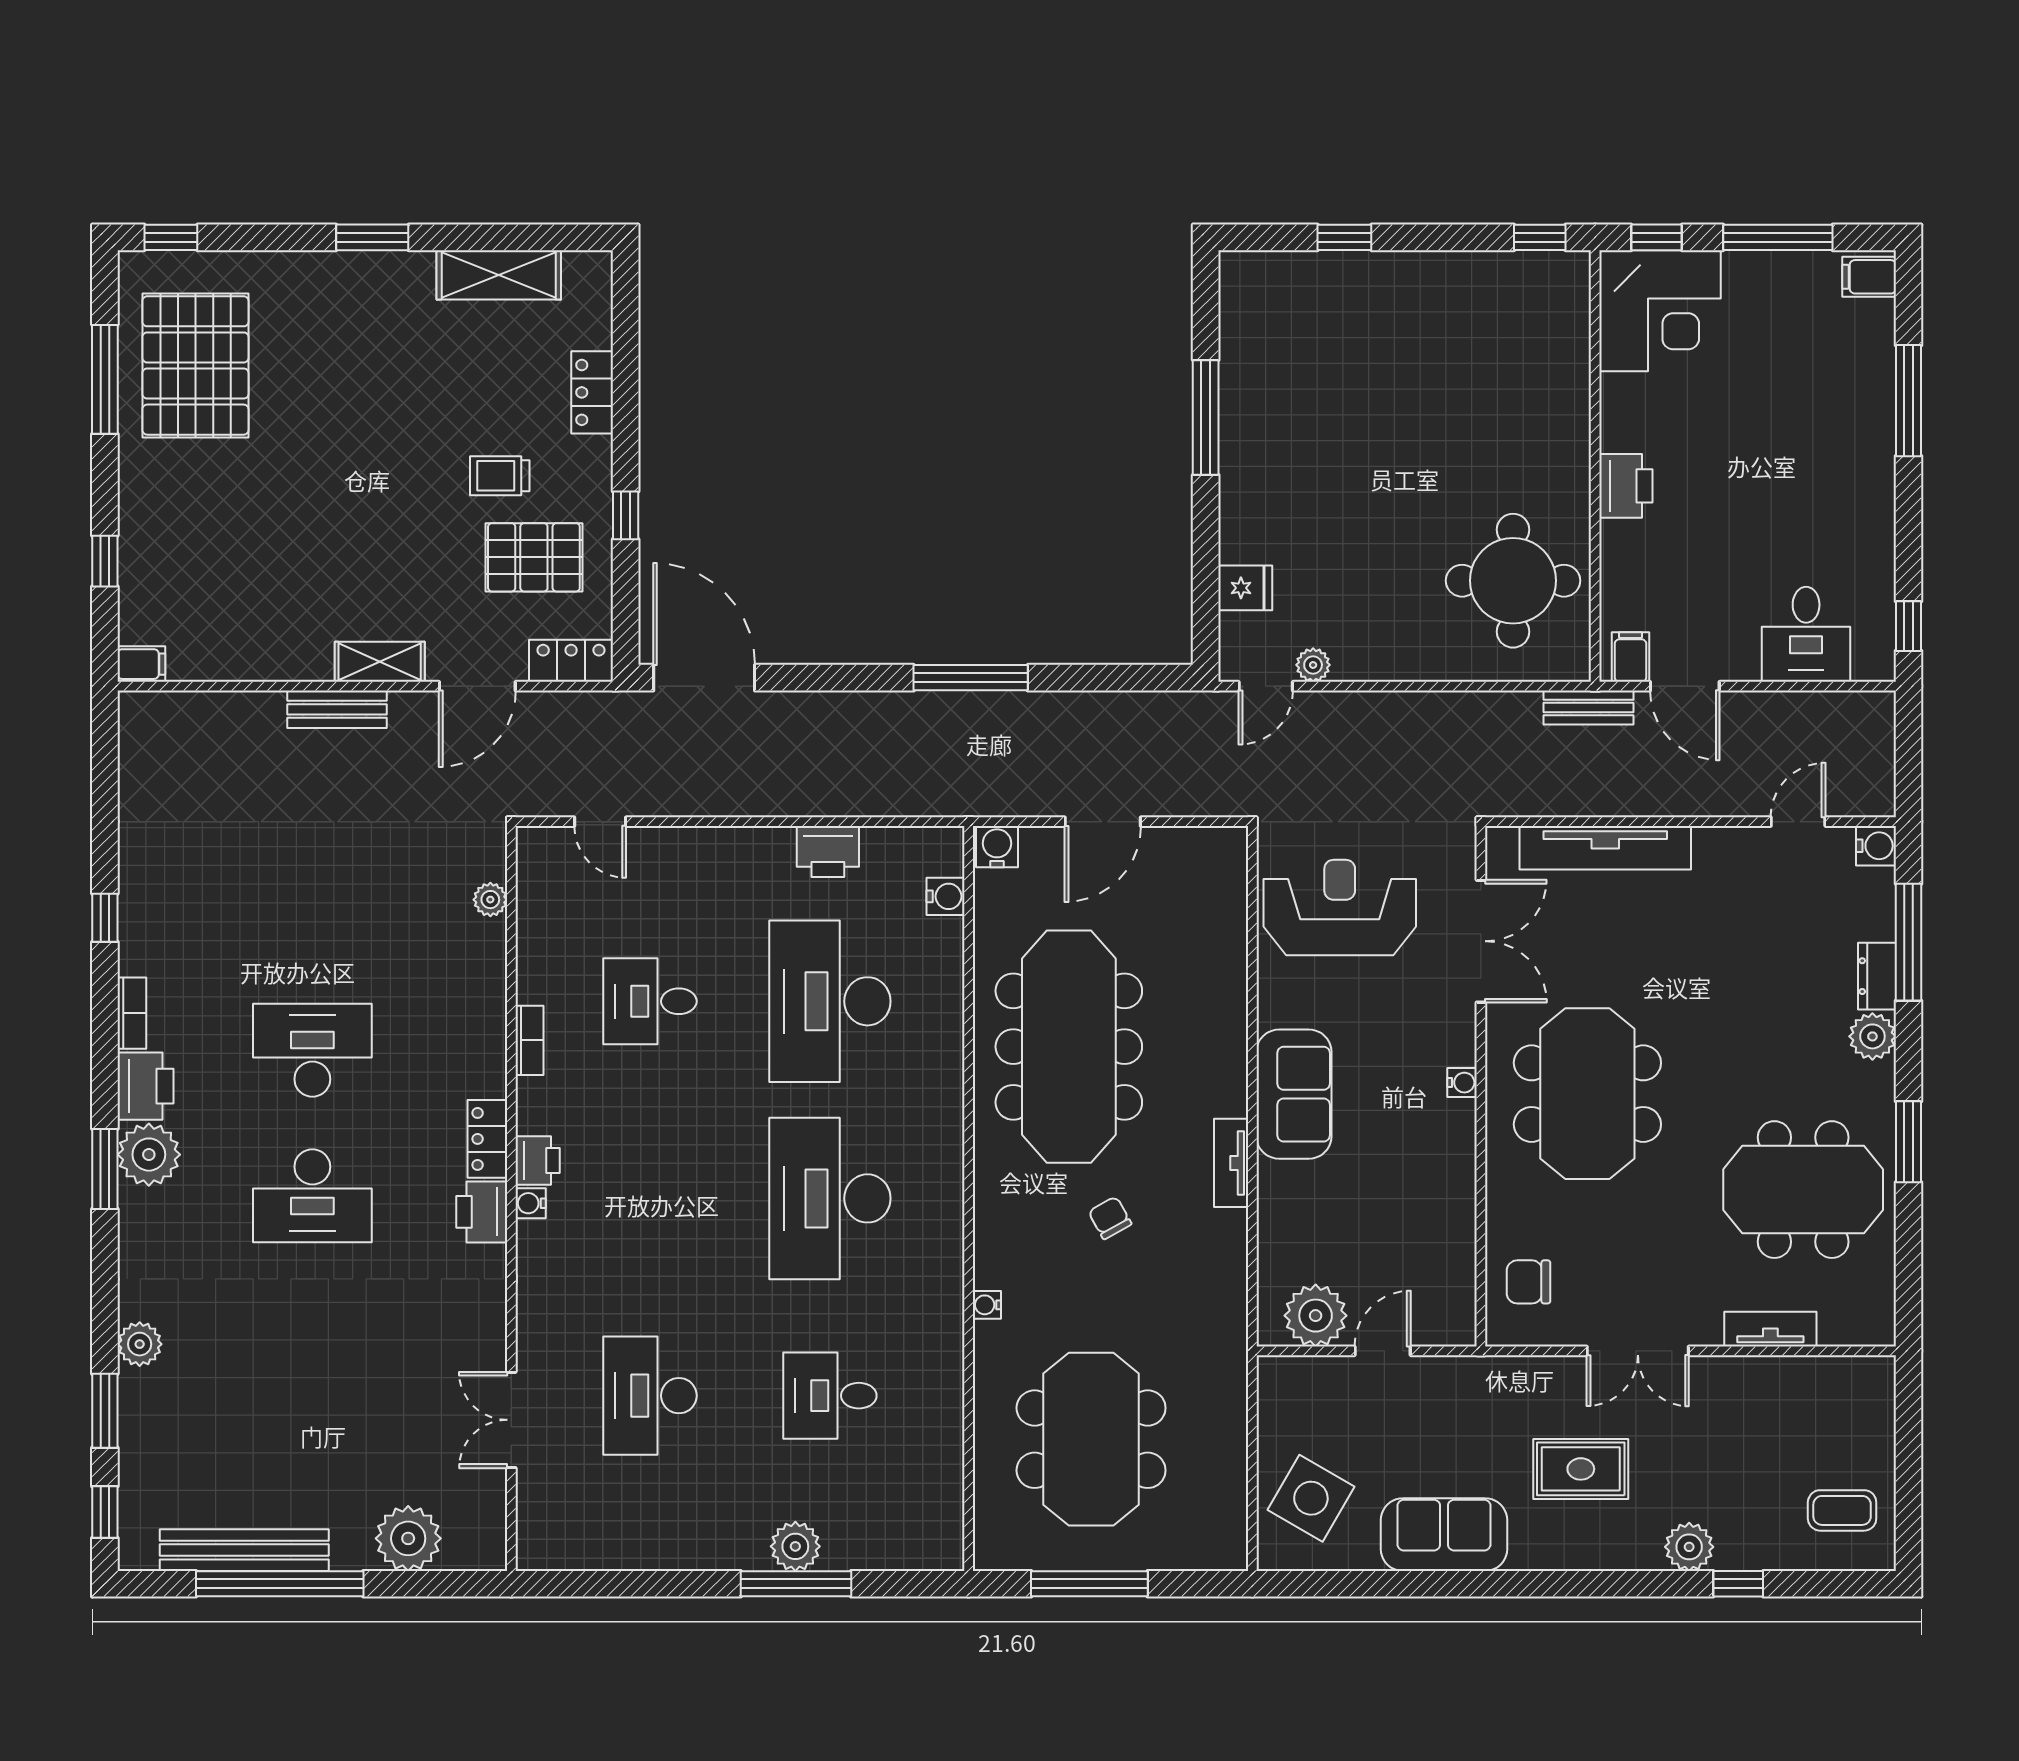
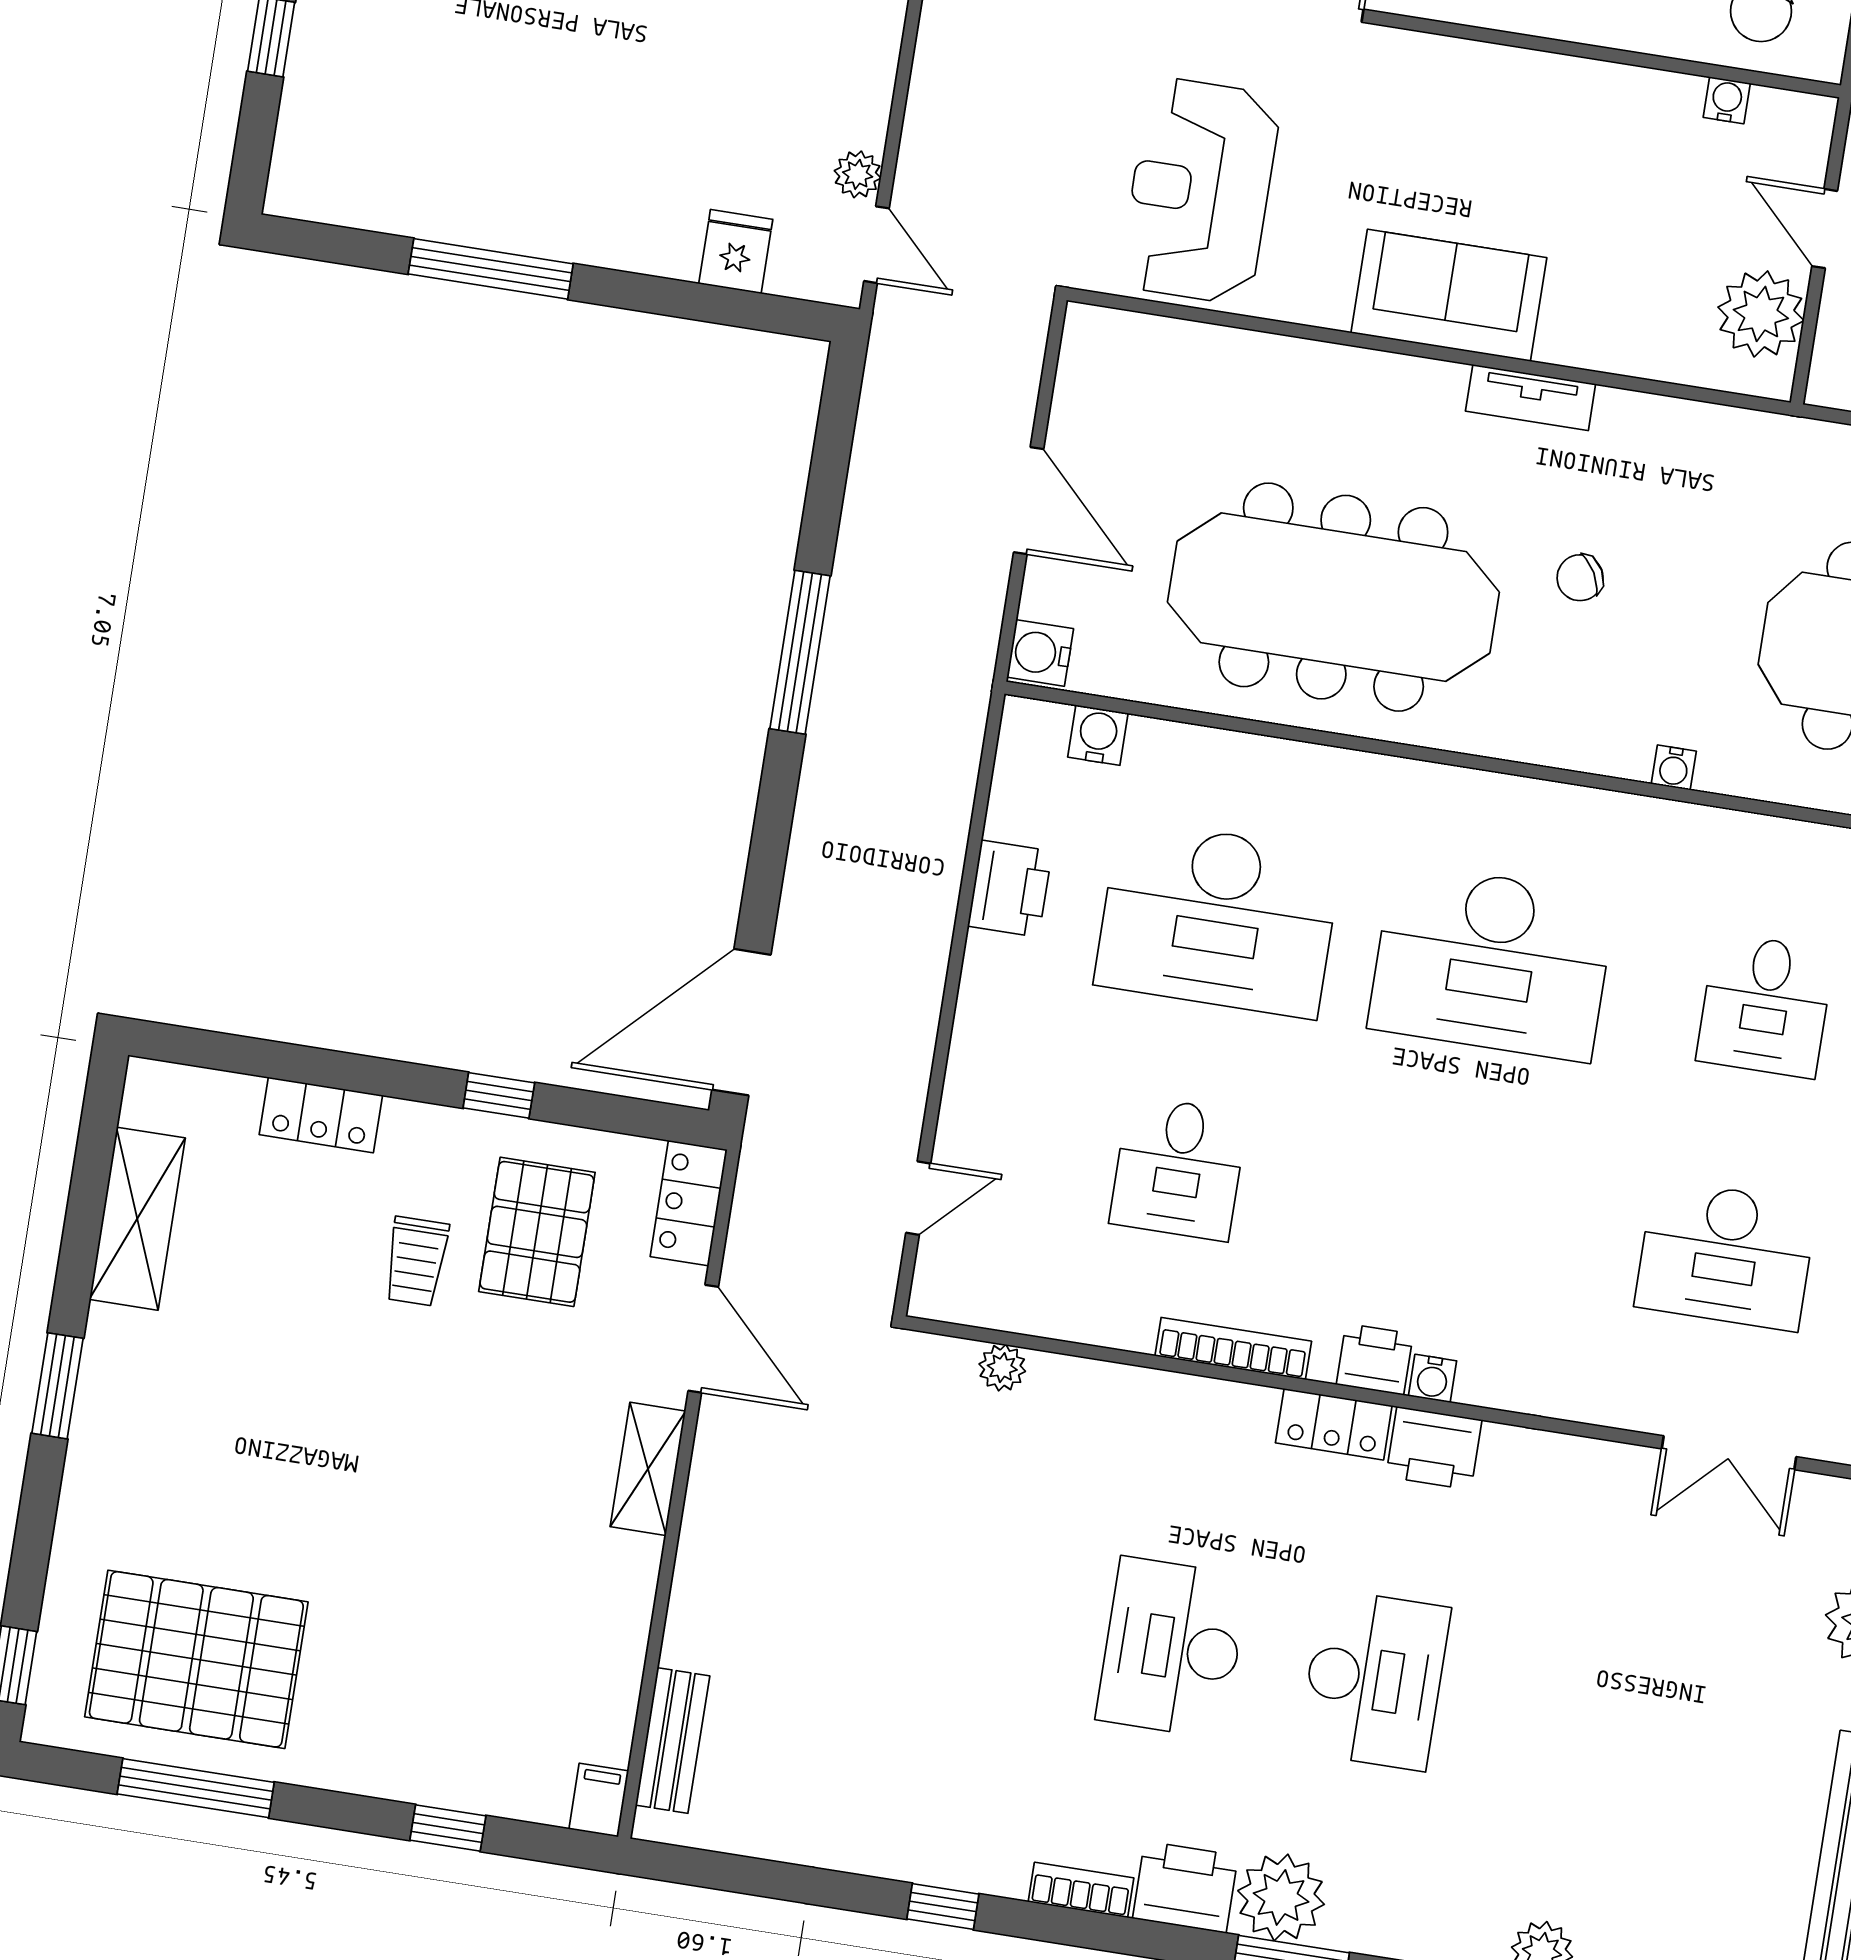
bench: (337, 709) -> (673, 1741), moved
bookcase: (529, 1040) -> (1233, 1349), width x1.56
water cooler: (1462, 1083) -> (1727, 100), moved

